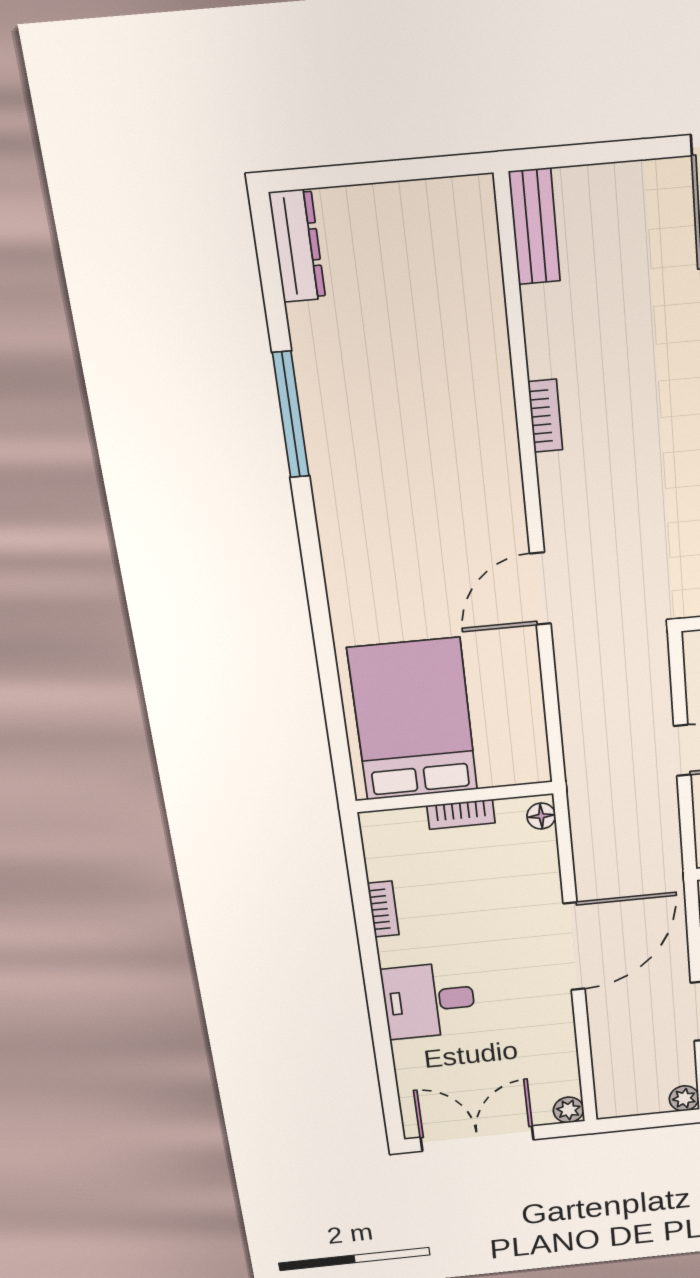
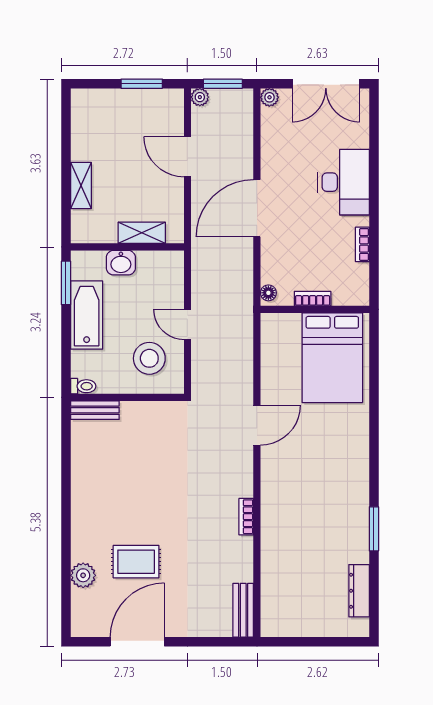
dresser: (297, 246) -> (359, 591), moved
window: (291, 415) -> (374, 529), width x0.69
desk: (429, 1001) -> (344, 182), width x1.37
window: (647, 1121) -> (223, 84), added

